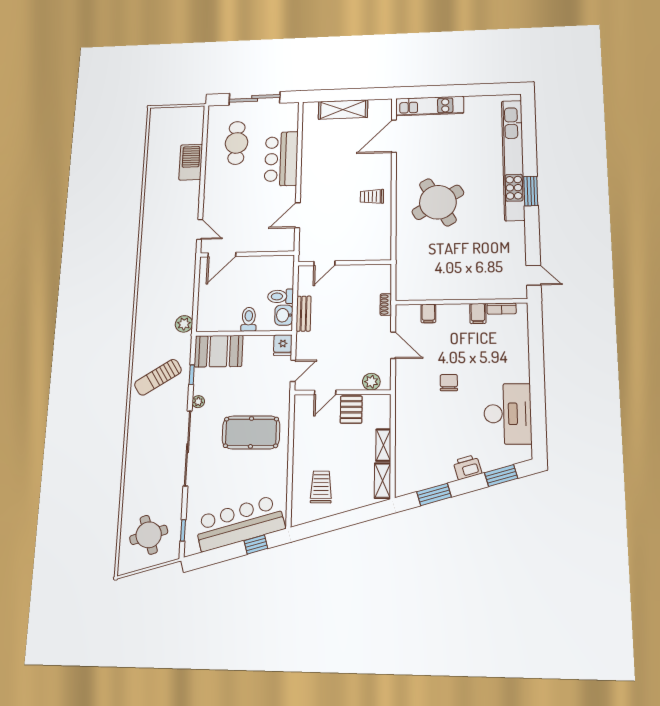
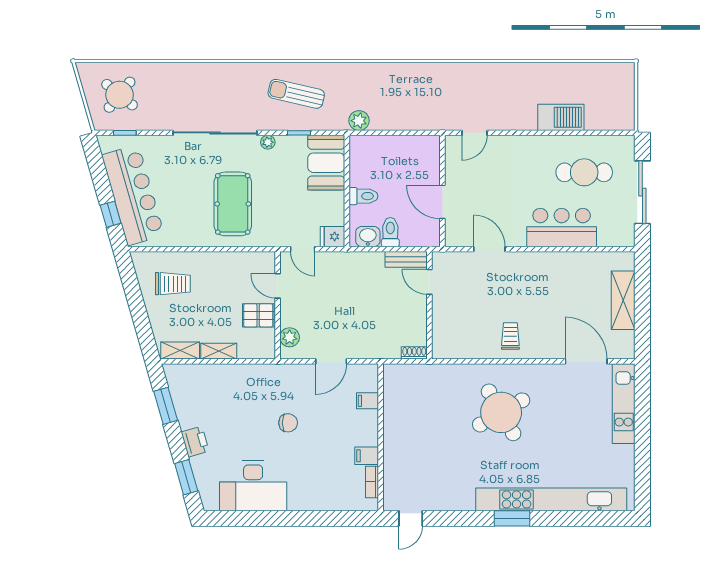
door: (222, 255) -> (442, 202), moved
shoe rack: (386, 305) -> (414, 353), moved
bench: (304, 314) -> (406, 259), moved
sun lounger: (158, 377) -> (296, 94), turned -45
round table: (149, 535) -> (120, 95), turned -33

